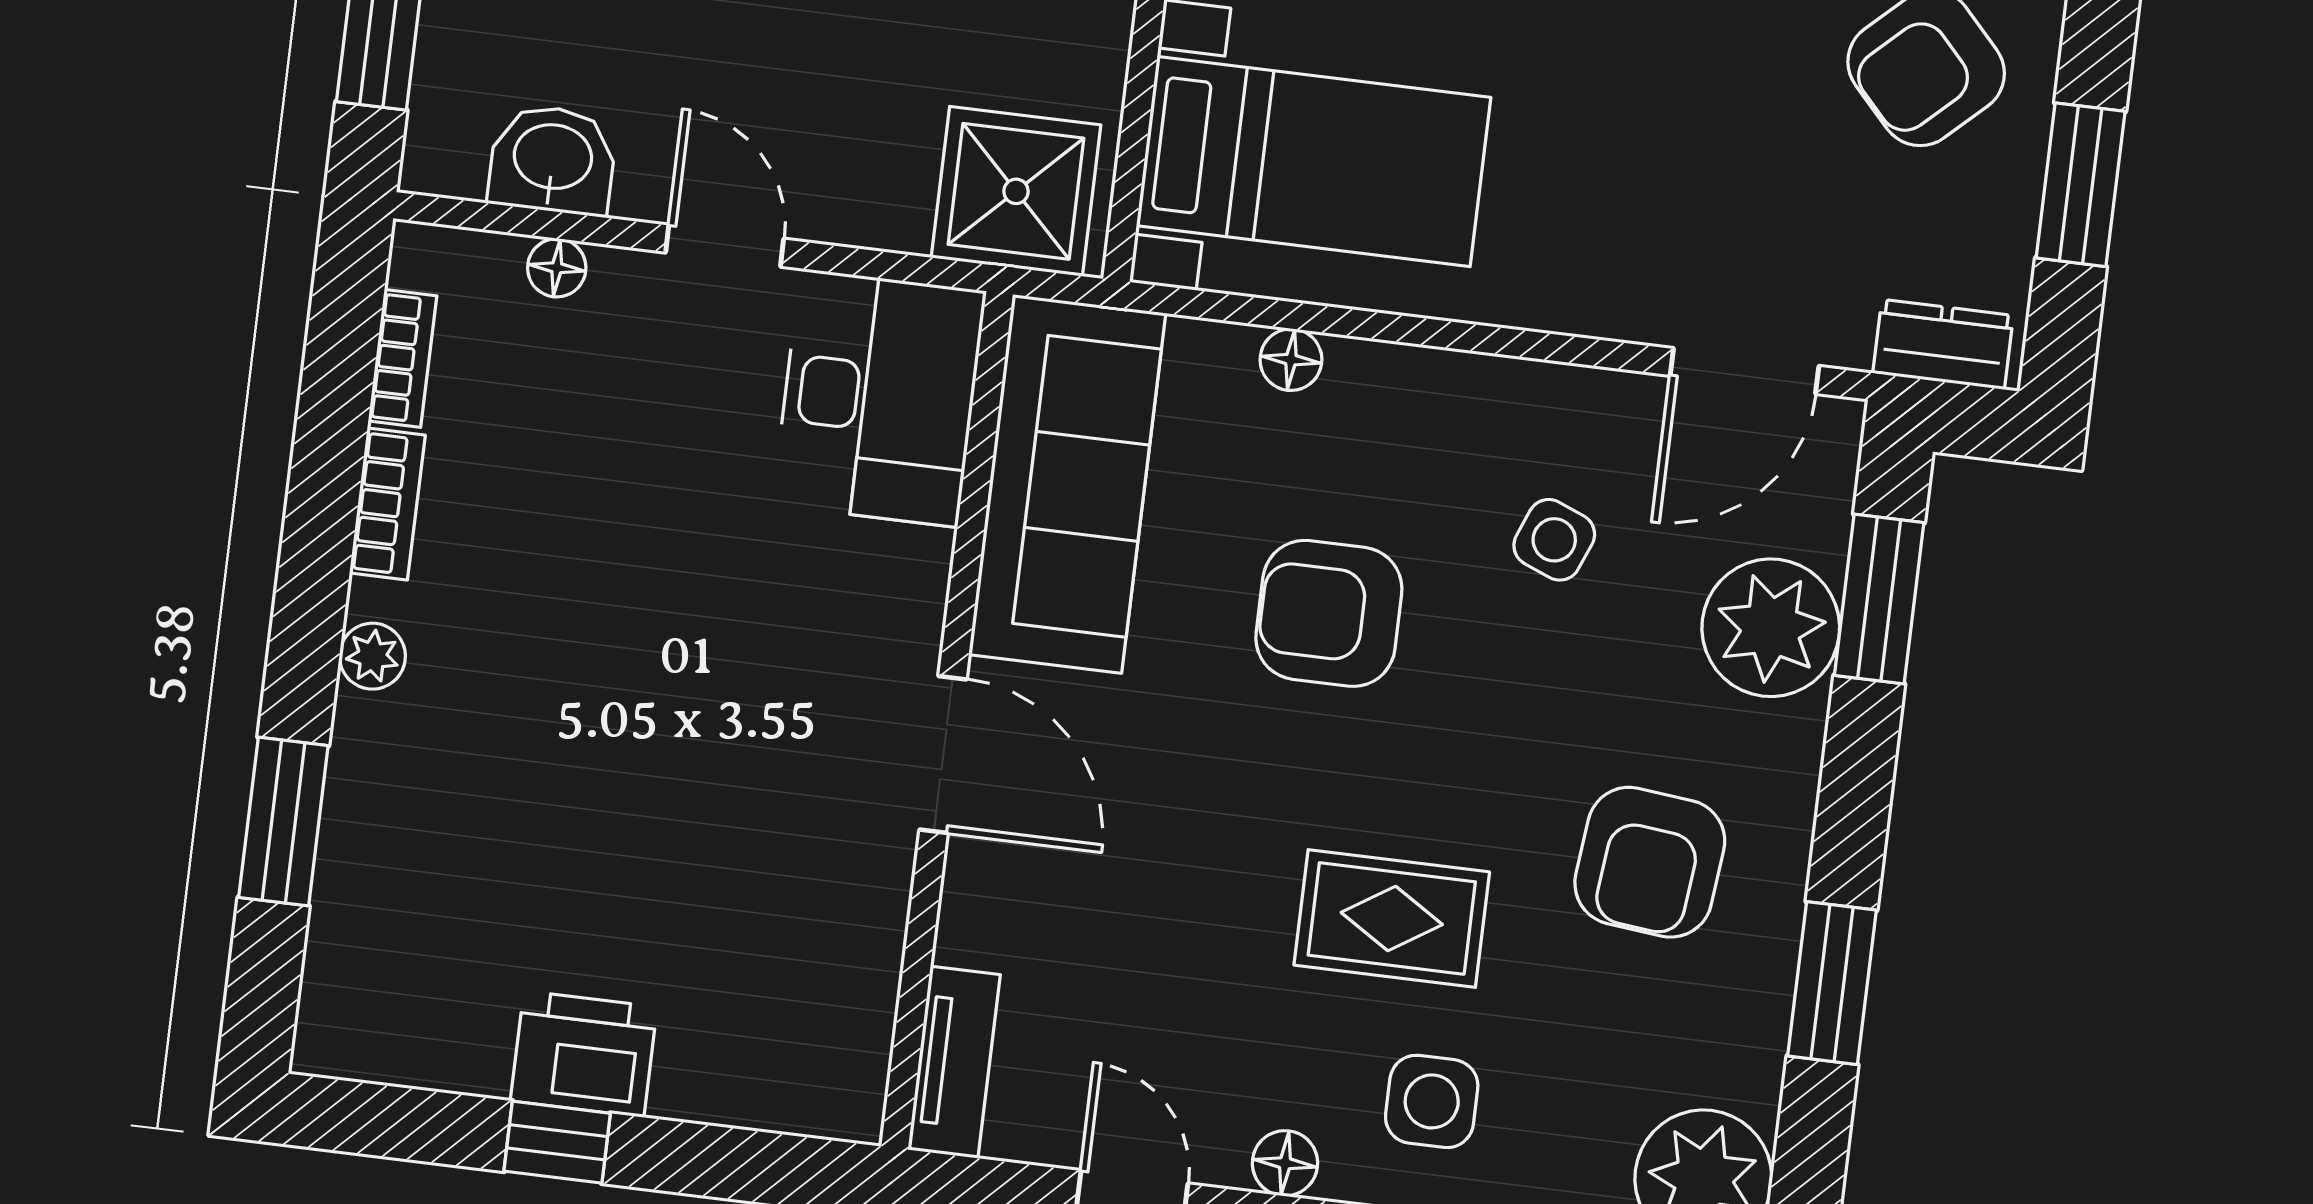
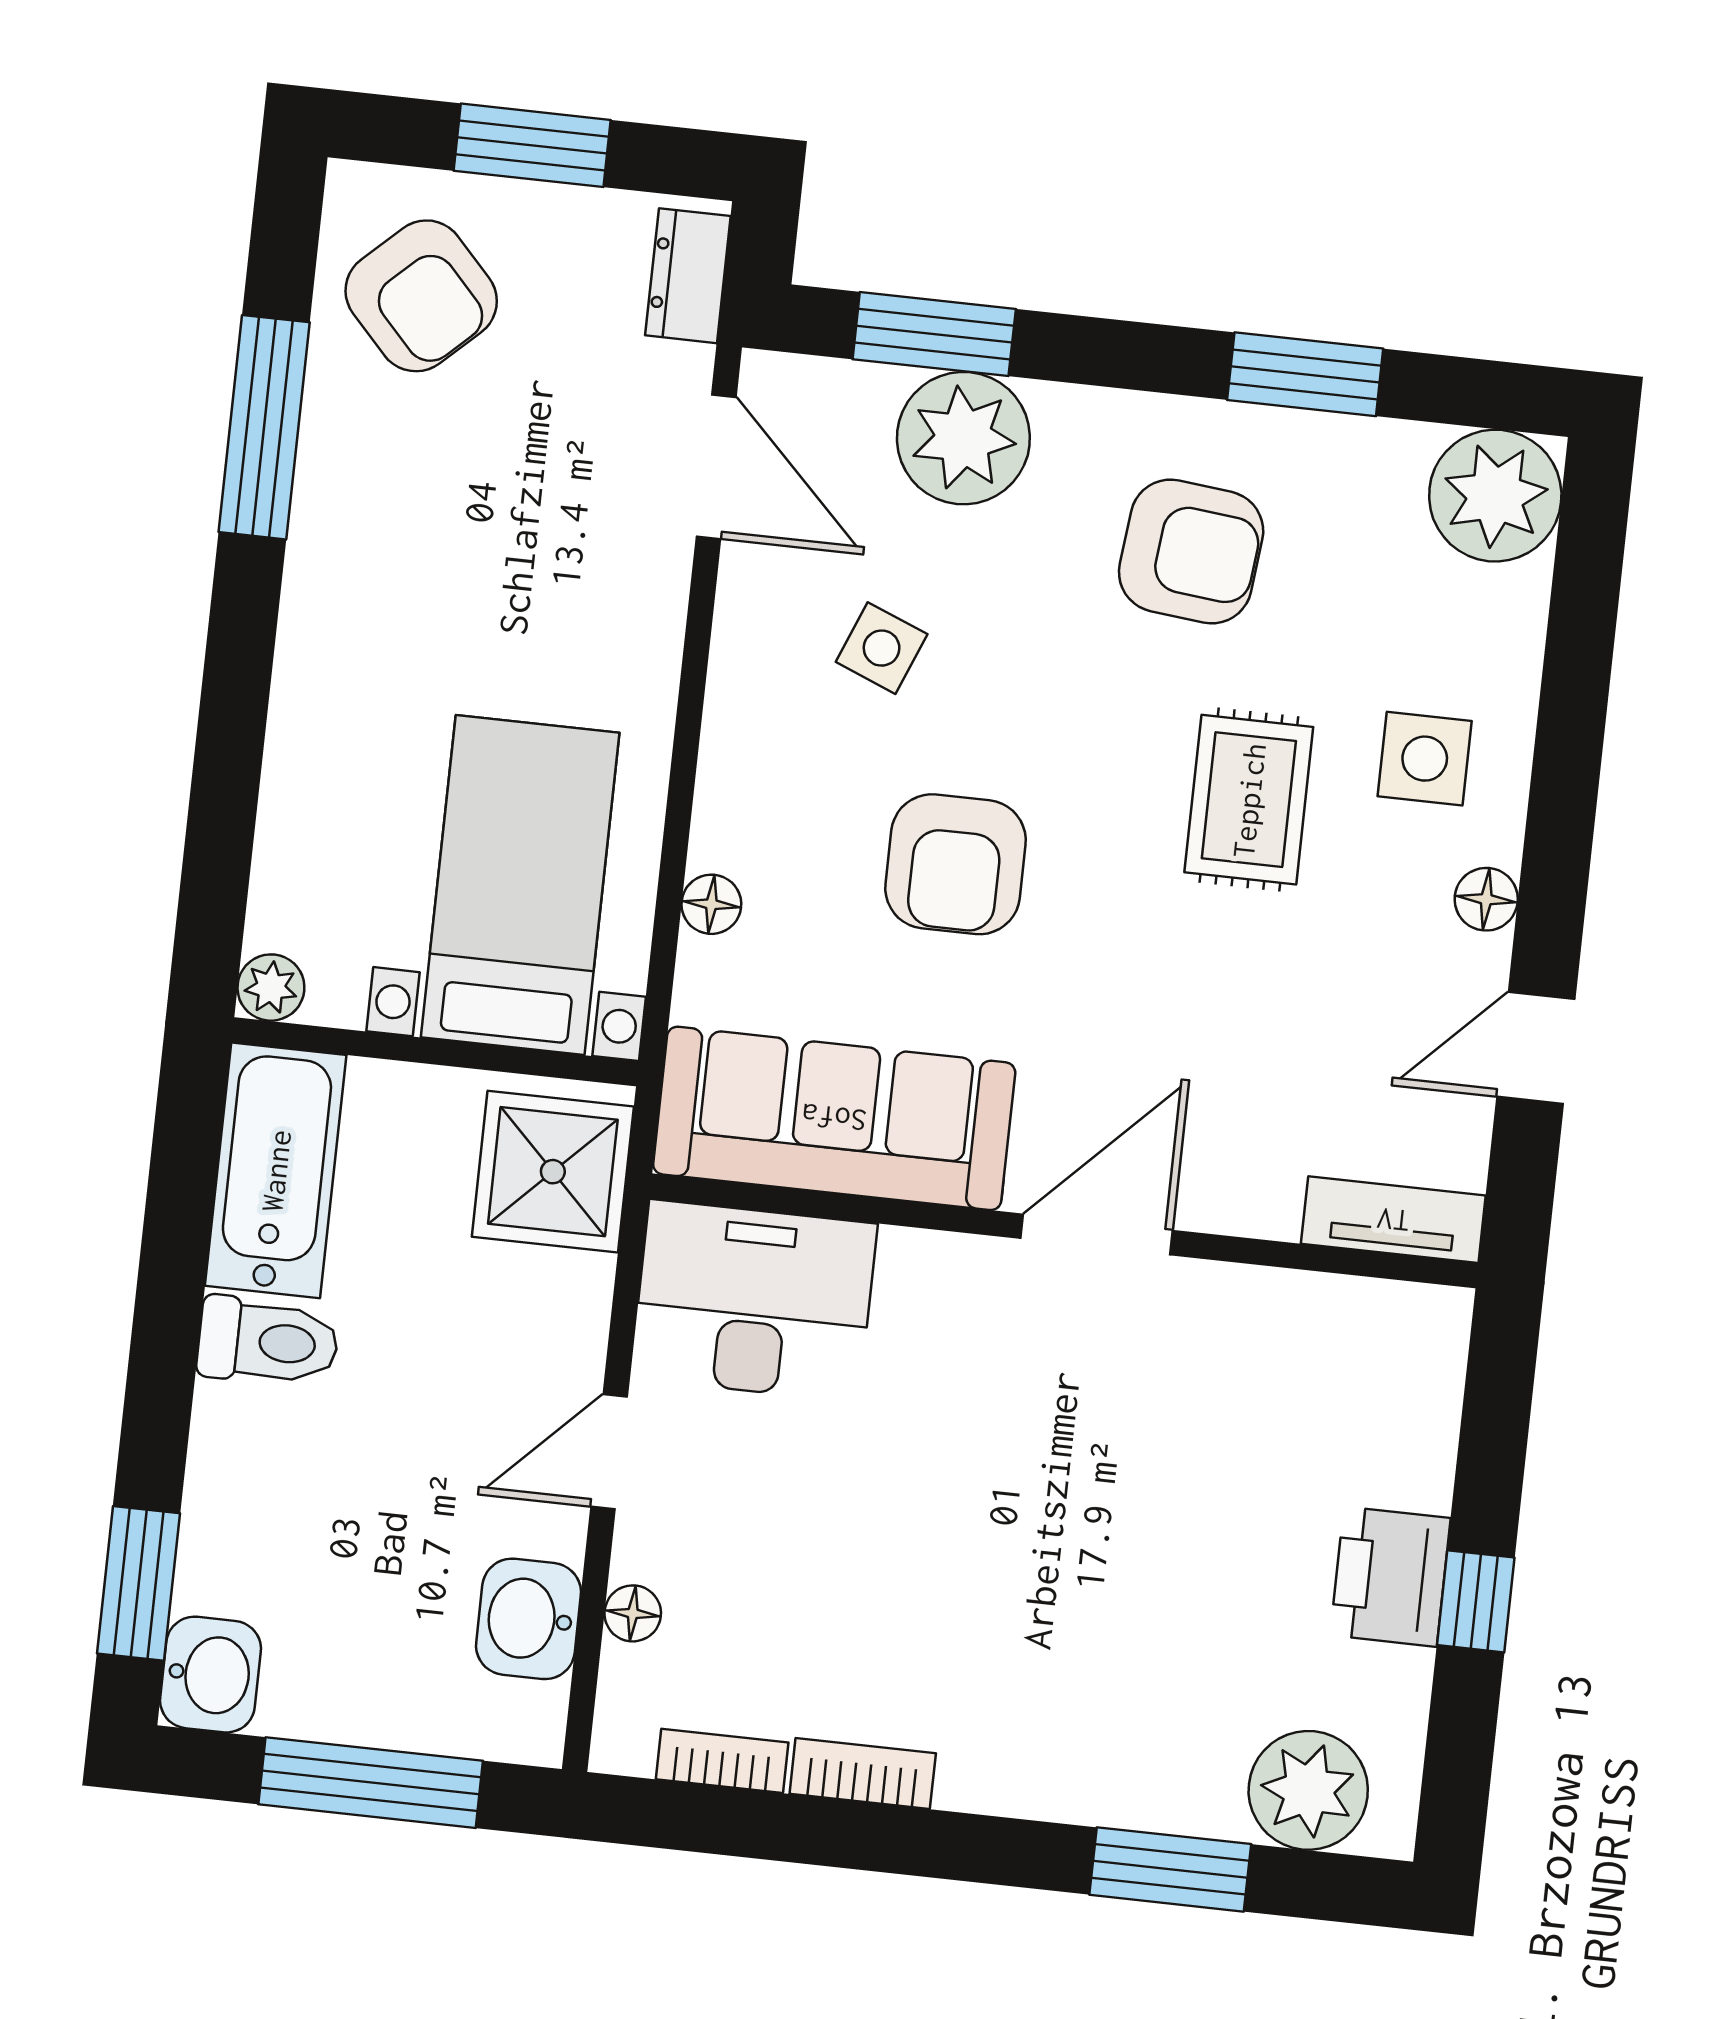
plant: (372, 656) -> (1308, 1790), moved, width x1.87, depth x1.87

